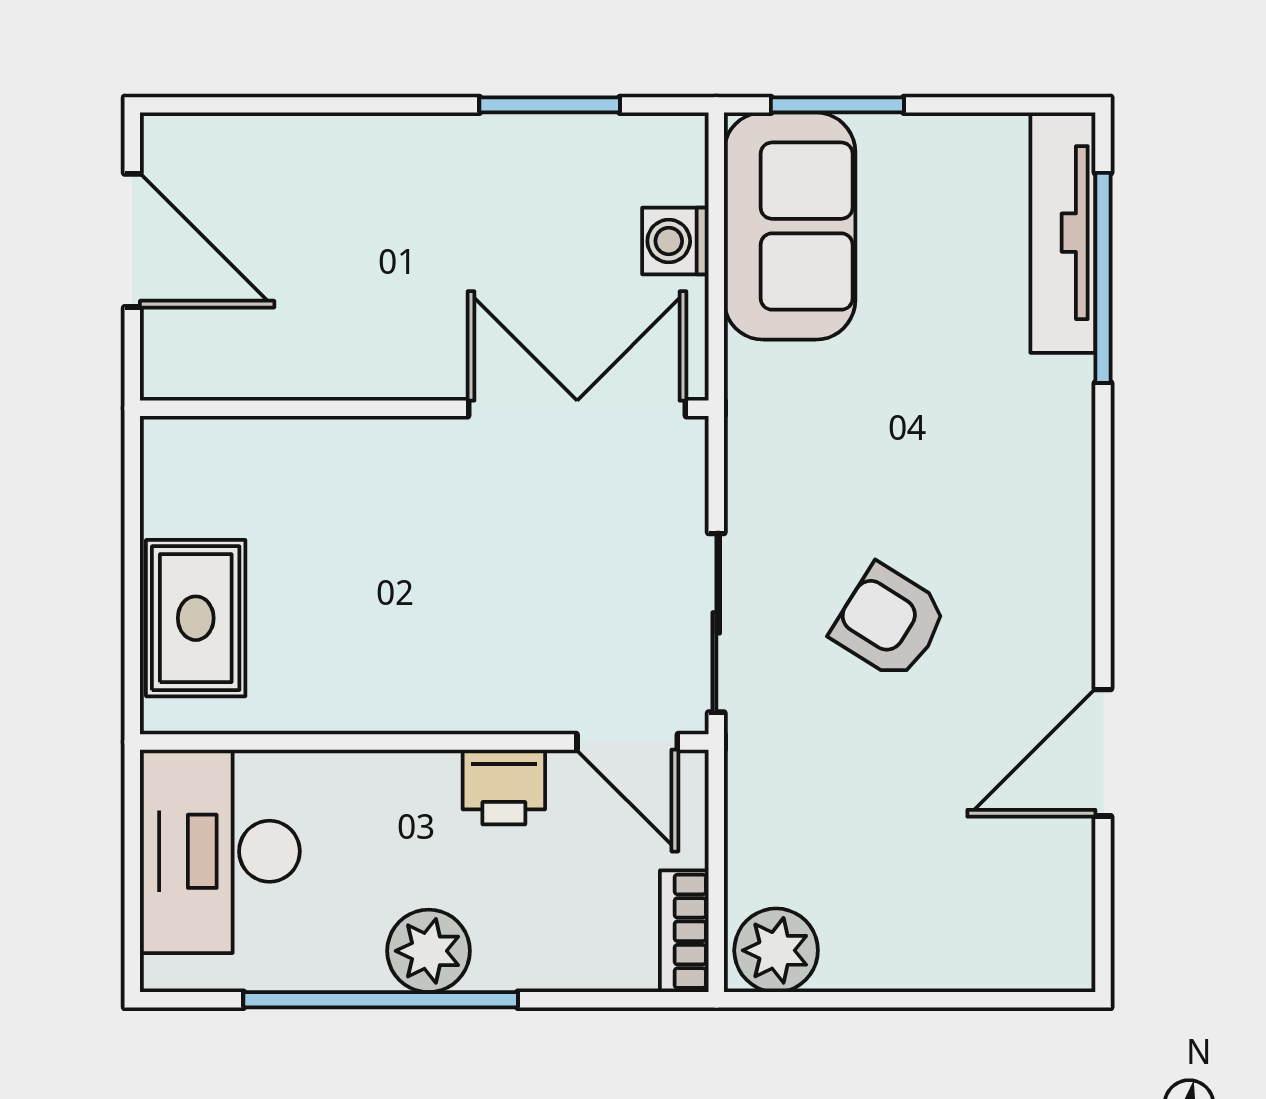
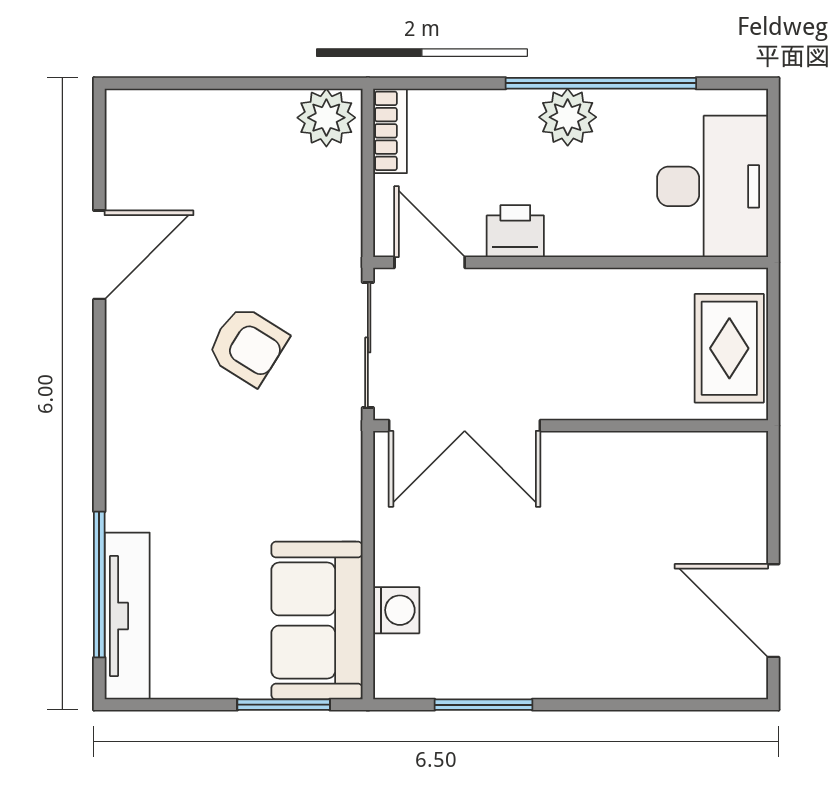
wall: (424, 408) -> (571, 426), moved
double door: (577, 408) -> (465, 426), moved

